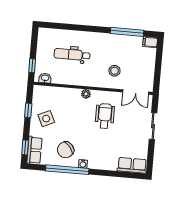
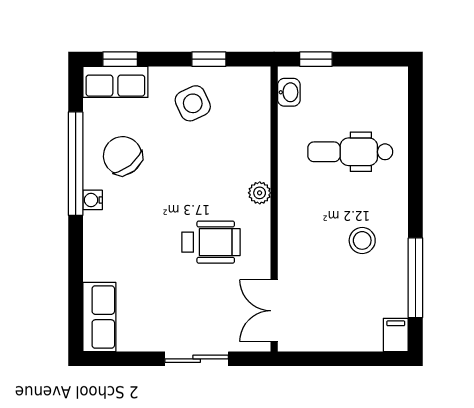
dental chair: (72, 55) -> (350, 152), turned -90
stool: (115, 71) -> (362, 240), moved

